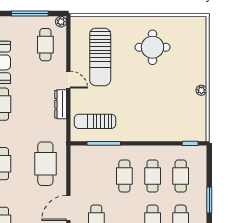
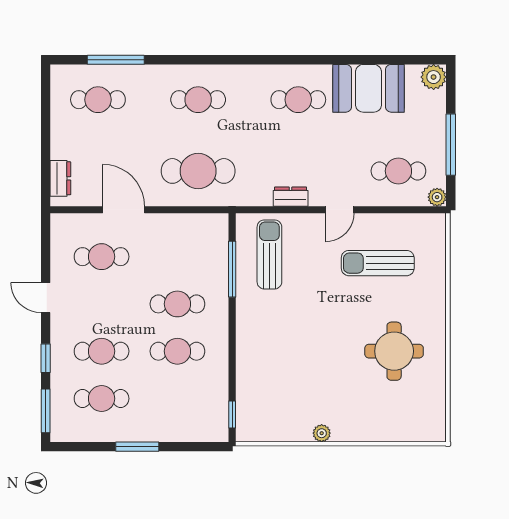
sun lounger: (100, 57) -> (378, 263), width x0.73, depth x0.75
dresser: (61, 104) -> (291, 197), width x0.70
cafe table: (181, 176) -> (177, 399), removed

